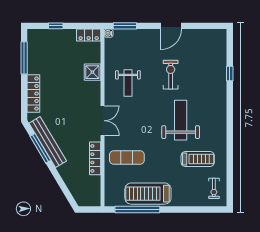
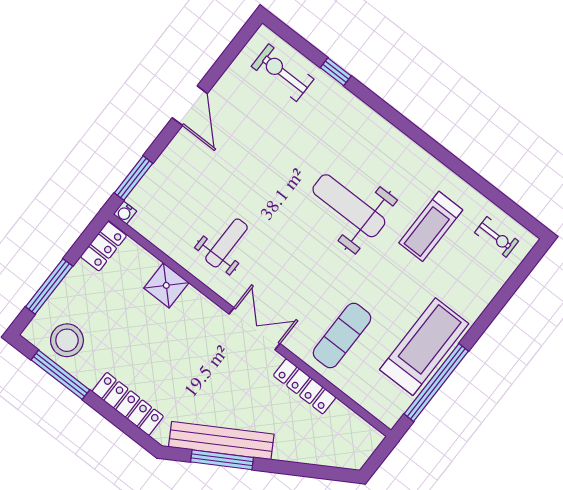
window: (56, 26) -> (49, 286), width x2.17
stool: (40, 50) -> (67, 340), added
exercise bike: (171, 75) -> (283, 73), moved
weight bench: (128, 83) -> (226, 243), turned -90
treadmill: (198, 159) -> (431, 226), turned 180
treadmill: (148, 194) -> (424, 347), turned 180

